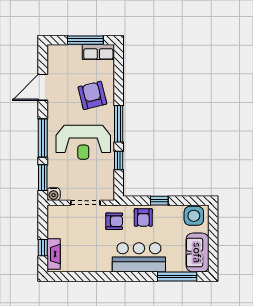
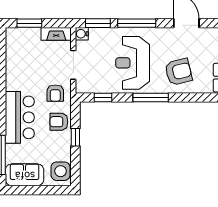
window: (119, 160) -> (103, 98), moved
window: (43, 248) -> (29, 23), width x1.50
fireplace: (54, 254) -> (56, 34), moved

